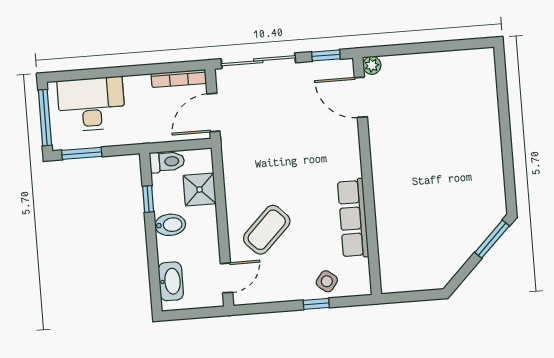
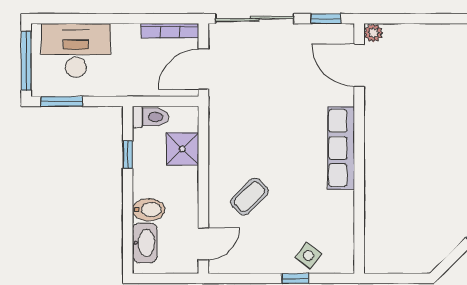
row of seats: (353, 218) -> (341, 148), moved
bidet: (170, 225) -> (149, 210), moved
coffee table: (267, 230) -> (250, 197), width x0.73, depth x0.77

